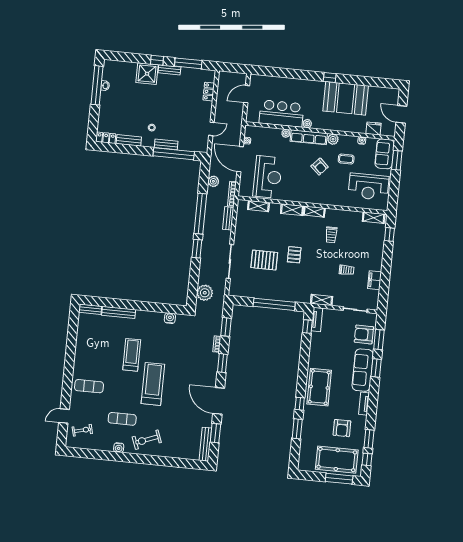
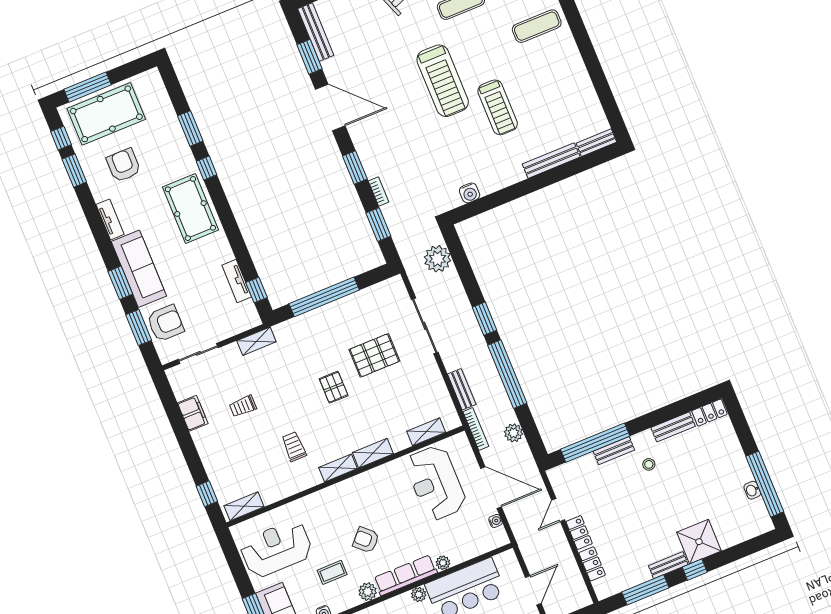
locker: (207, 111) -> (579, 533), added
tv unit: (317, 320) -> (237, 281), moved

